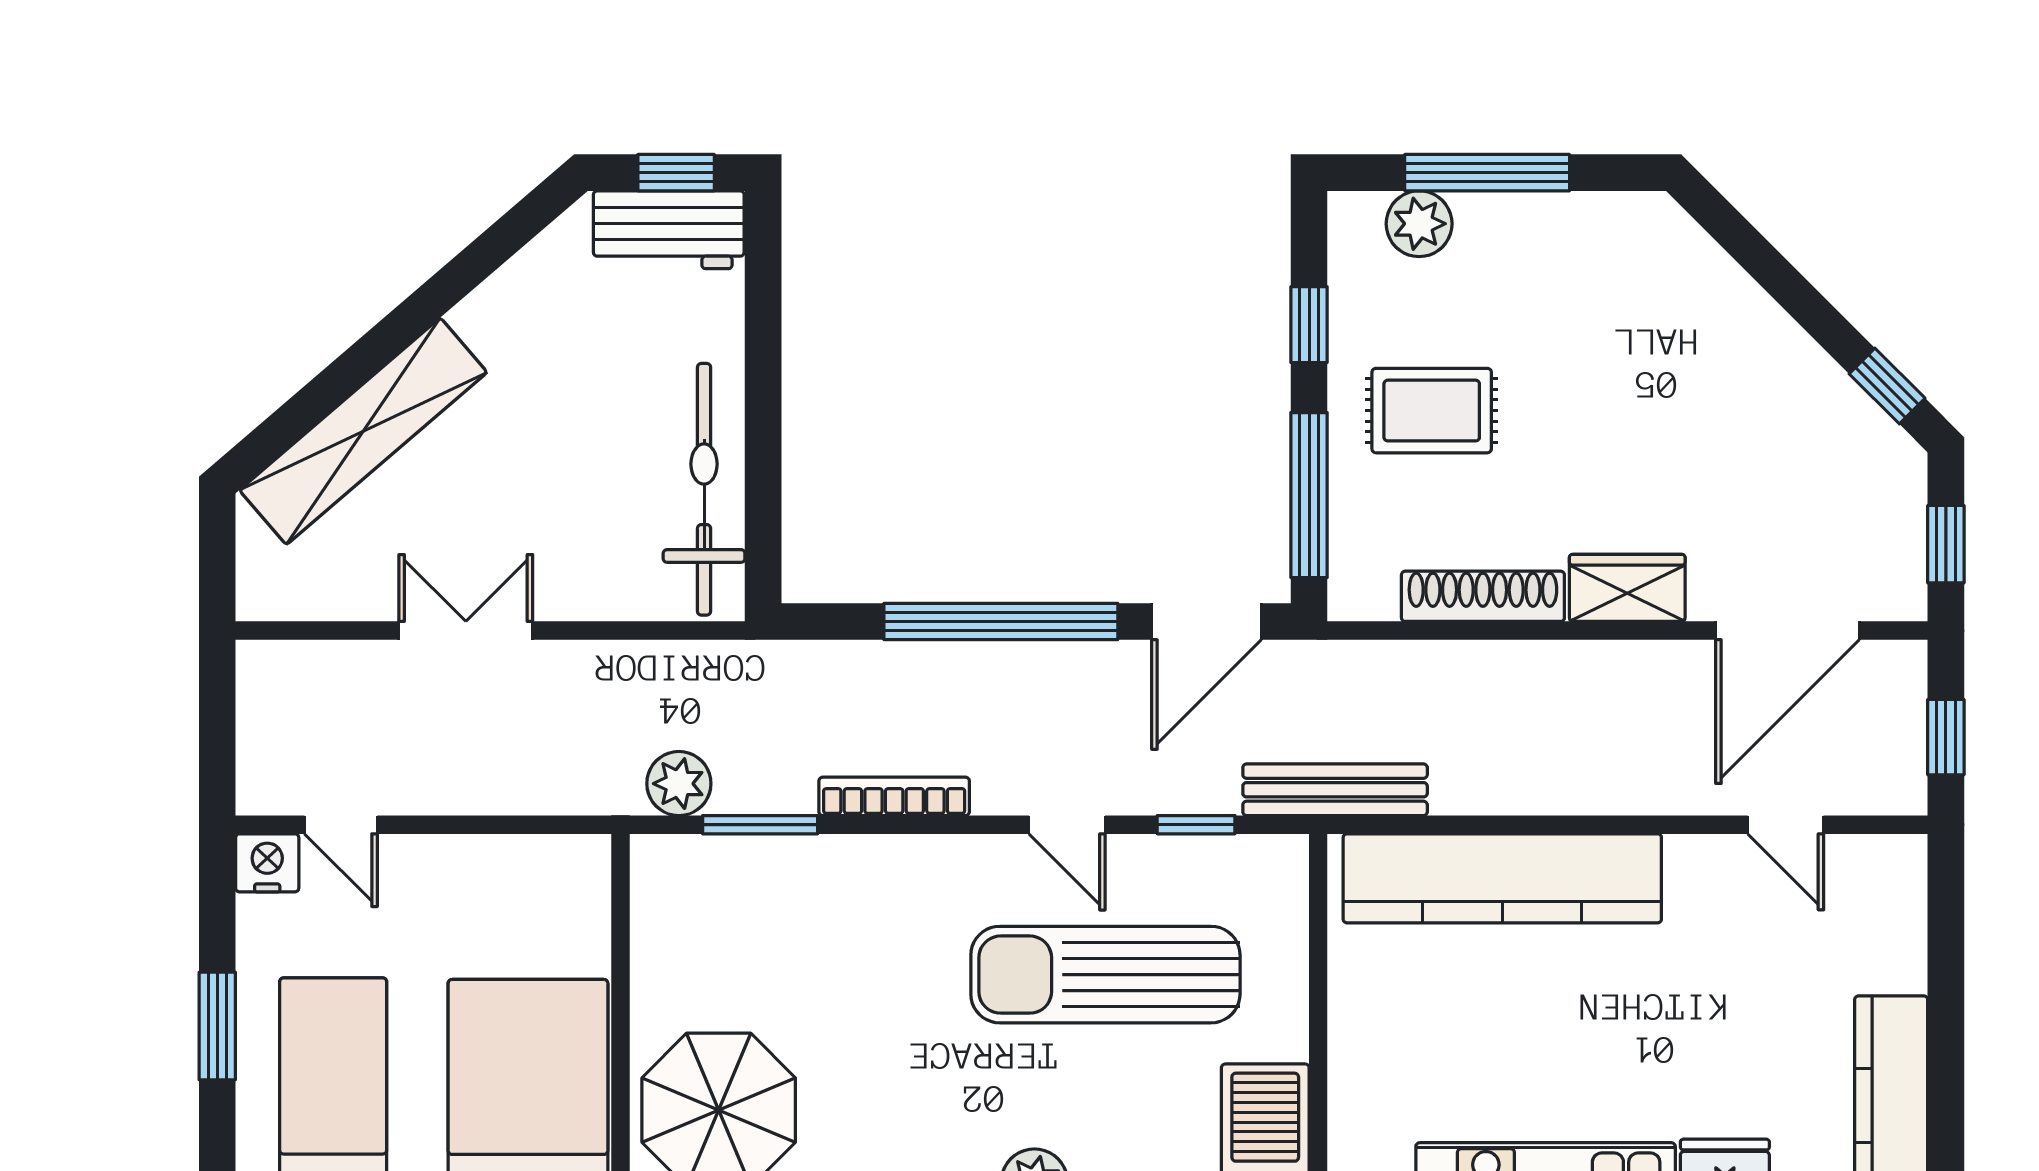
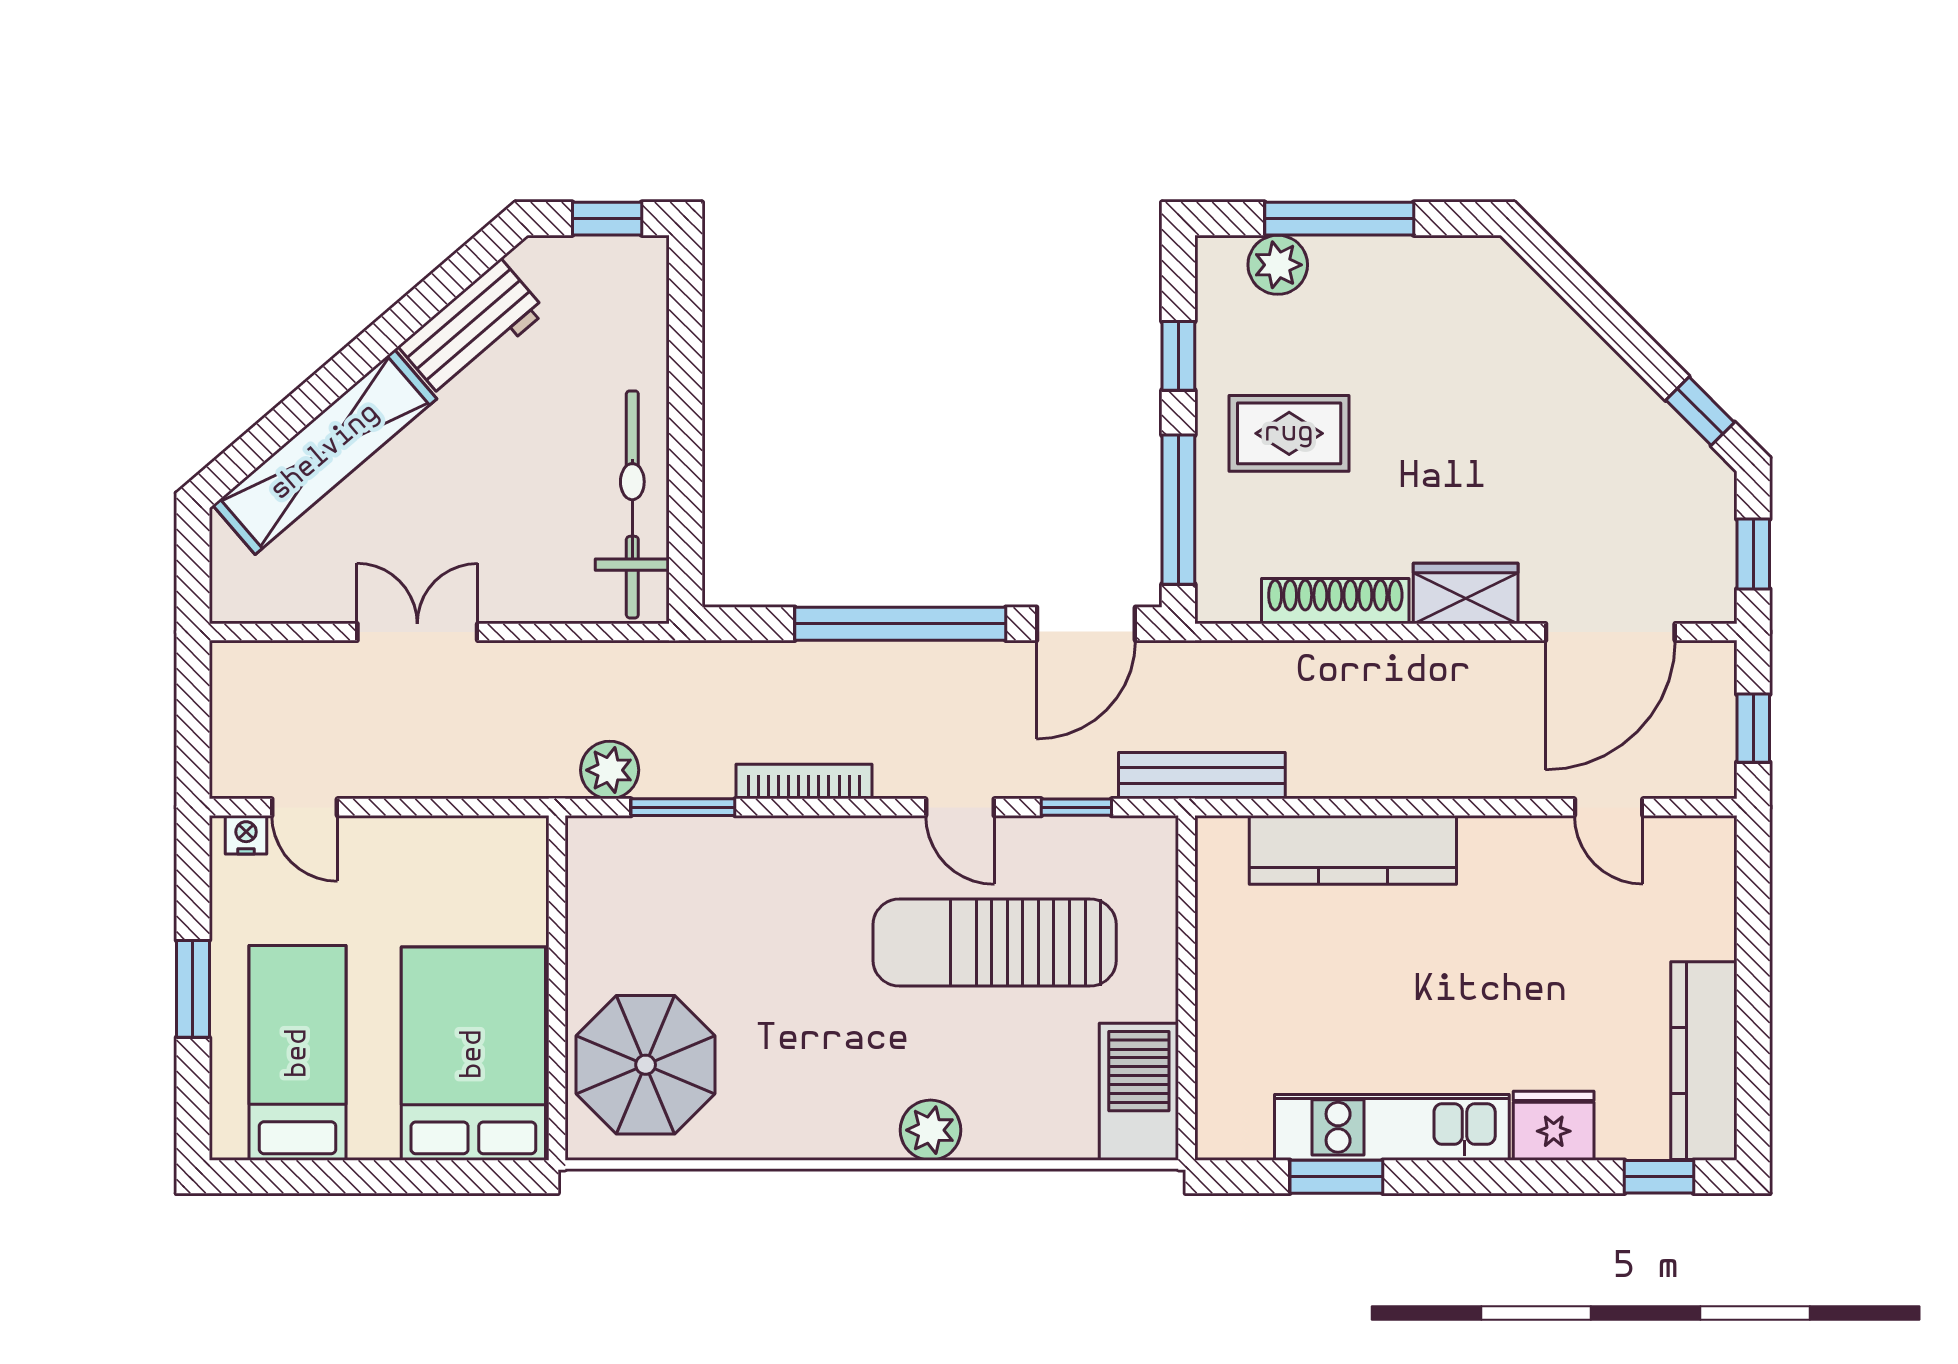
workbench: (669, 230) -> (472, 329), moved, turned -41
nightstand: (267, 863) -> (246, 835), width x0.72, depth x0.74
kitchen counter: (1502, 878) -> (1353, 850), width x0.72, depth x0.86

